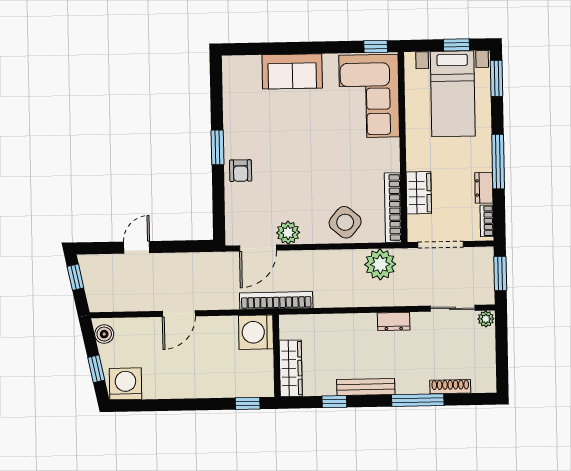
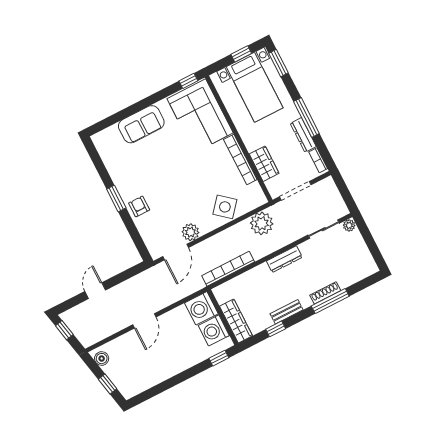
armchair: (241, 171) -> (139, 206), turned 180
dresser: (484, 188) -> (303, 135), width x1.44
bookcase: (393, 208) -> (240, 159), moved
window: (500, 273) -> (344, 191), removed
bookcase: (276, 300) -> (228, 269), moved
dresser: (394, 321) -> (284, 259), width x1.44
washing machine: (126, 384) -> (214, 331), moved, turned -90
bench: (366, 387) -> (287, 312), width x0.73
shoe rack: (450, 387) -> (325, 293), moved

